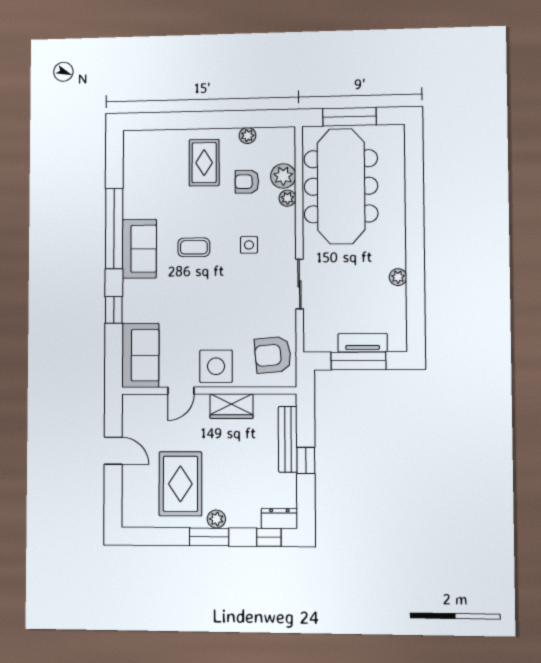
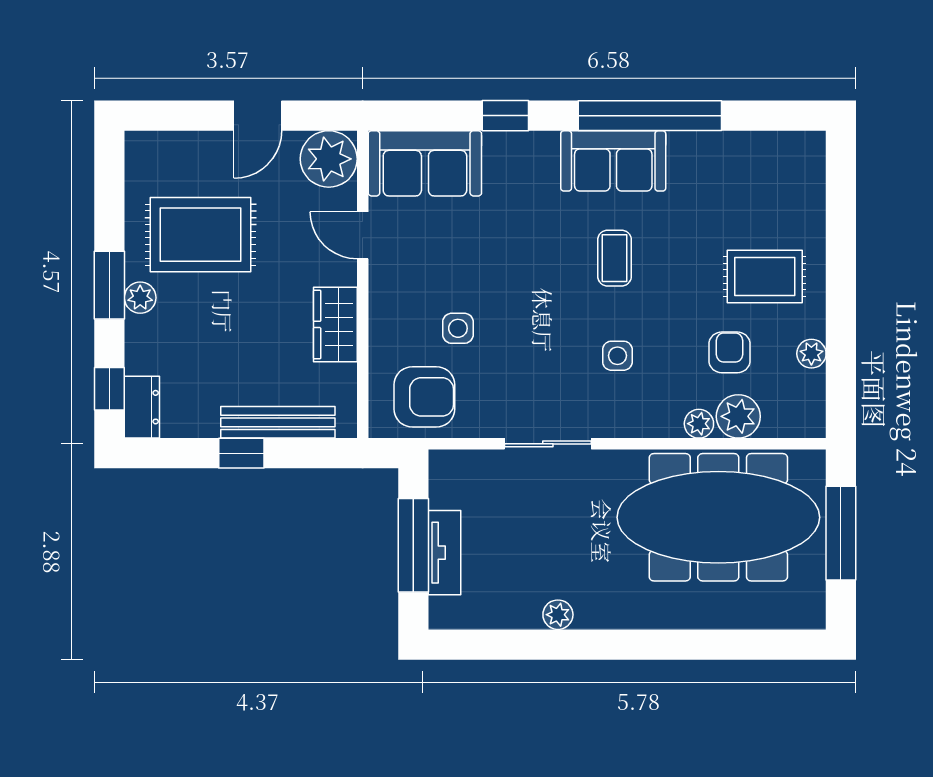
armchair: (273, 355) -> (424, 397), turned 95
side table: (216, 366) -> (458, 328), moved, width x0.54, depth x0.54
plant: (138, 410) -> (329, 159), added

